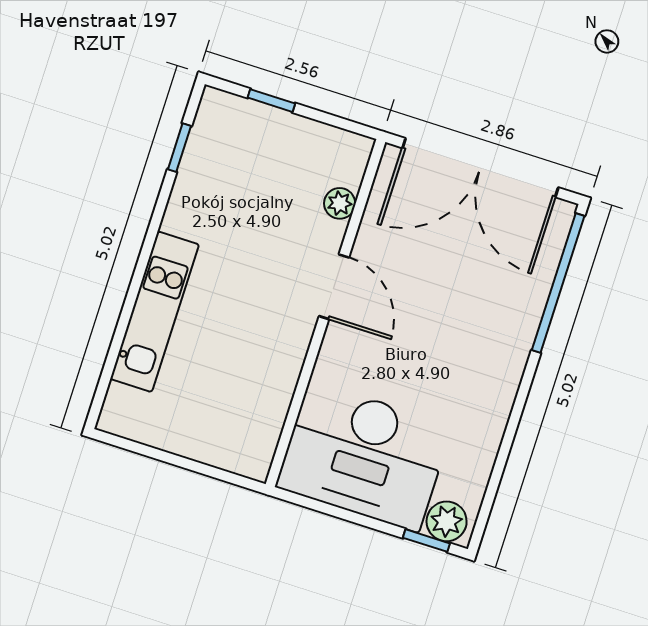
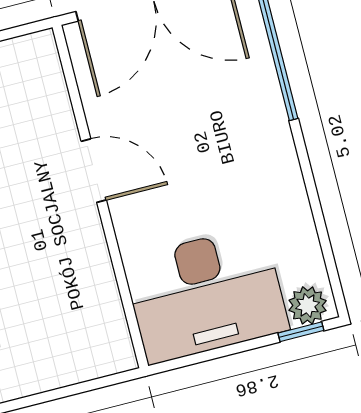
plant: (340, 203) -> (55, 99), removed

